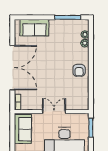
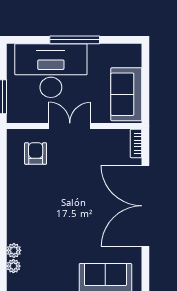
armchair: (79, 70) -> (36, 154), moved
double door: (54, 112) -> (70, 126), swing flipped

